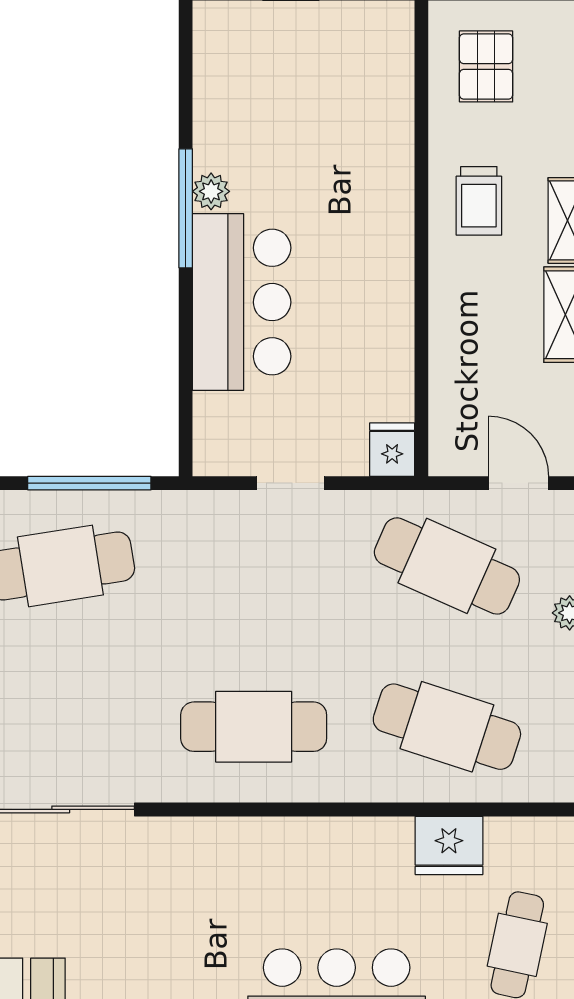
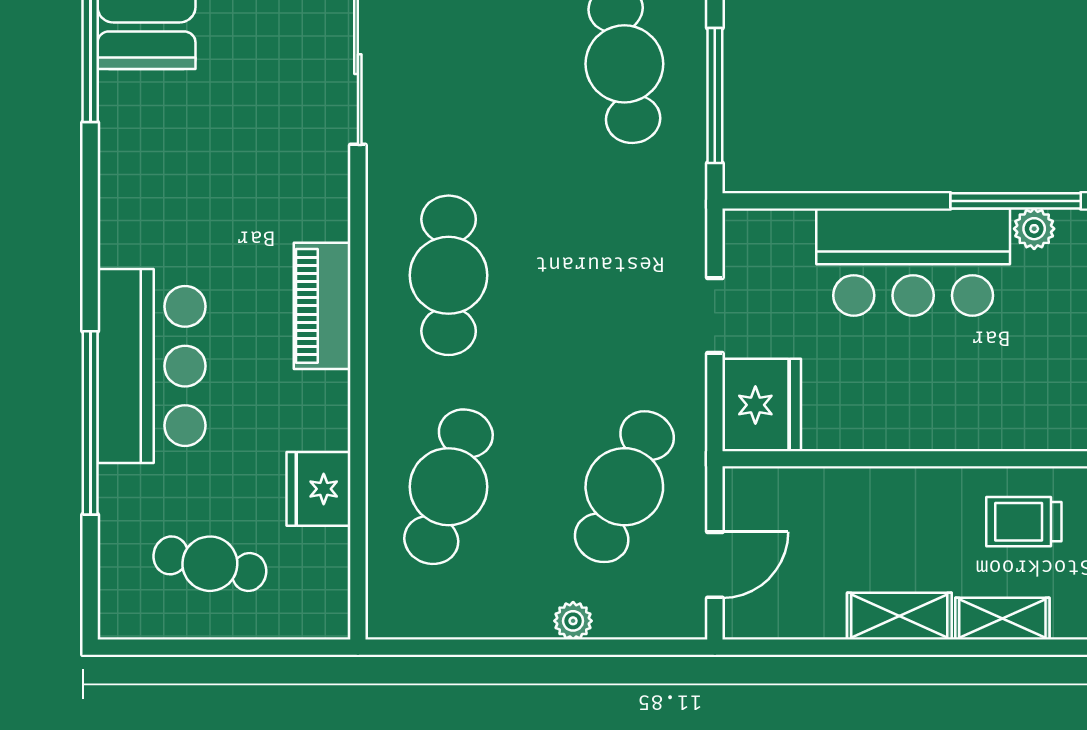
fridge: (392, 450) -> (762, 405), width x1.88, depth x1.34
piano: (282, 842) -> (322, 306), added

